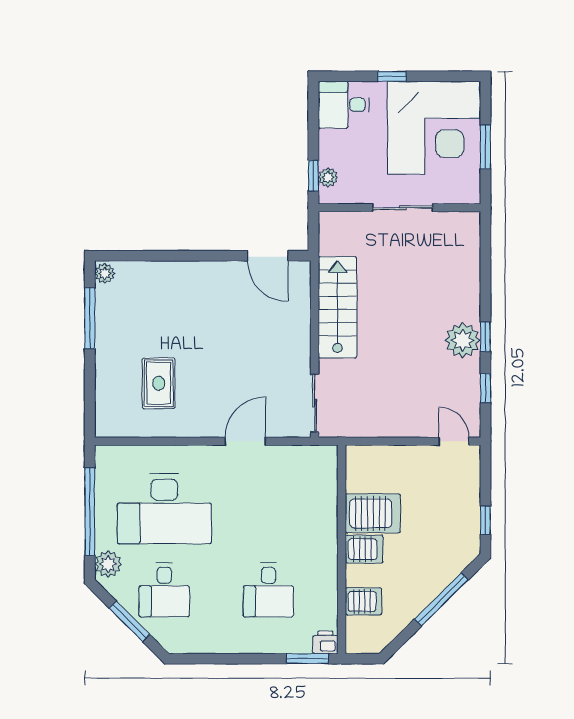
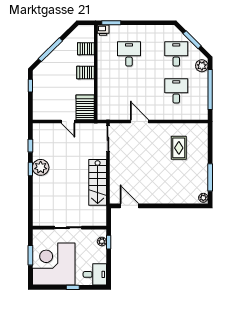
door: (245, 441) -> (139, 122), swing flipped
door: (454, 441) -> (68, 122), moved
desk: (164, 509) -> (176, 91), width x0.53, depth x0.77
server rack: (373, 513) -> (85, 107), moved, turned 90

